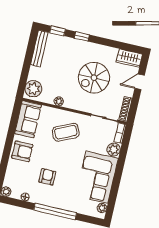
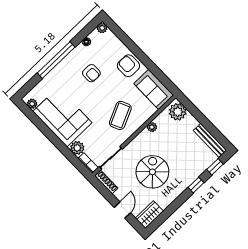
armchair: (22, 151) -> (128, 66), turned 90

